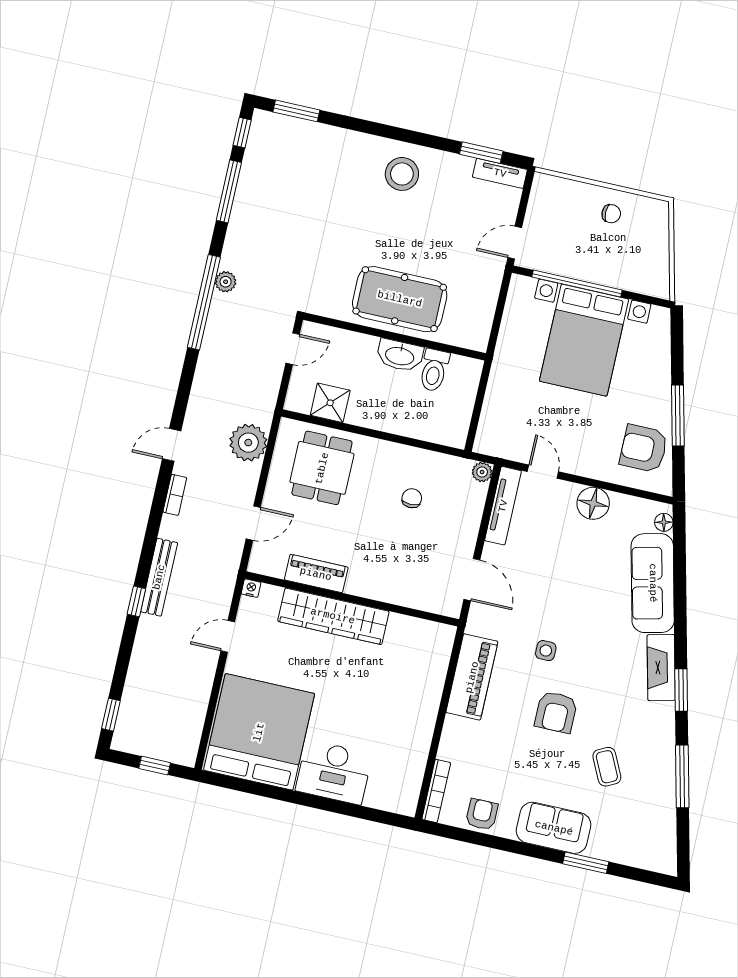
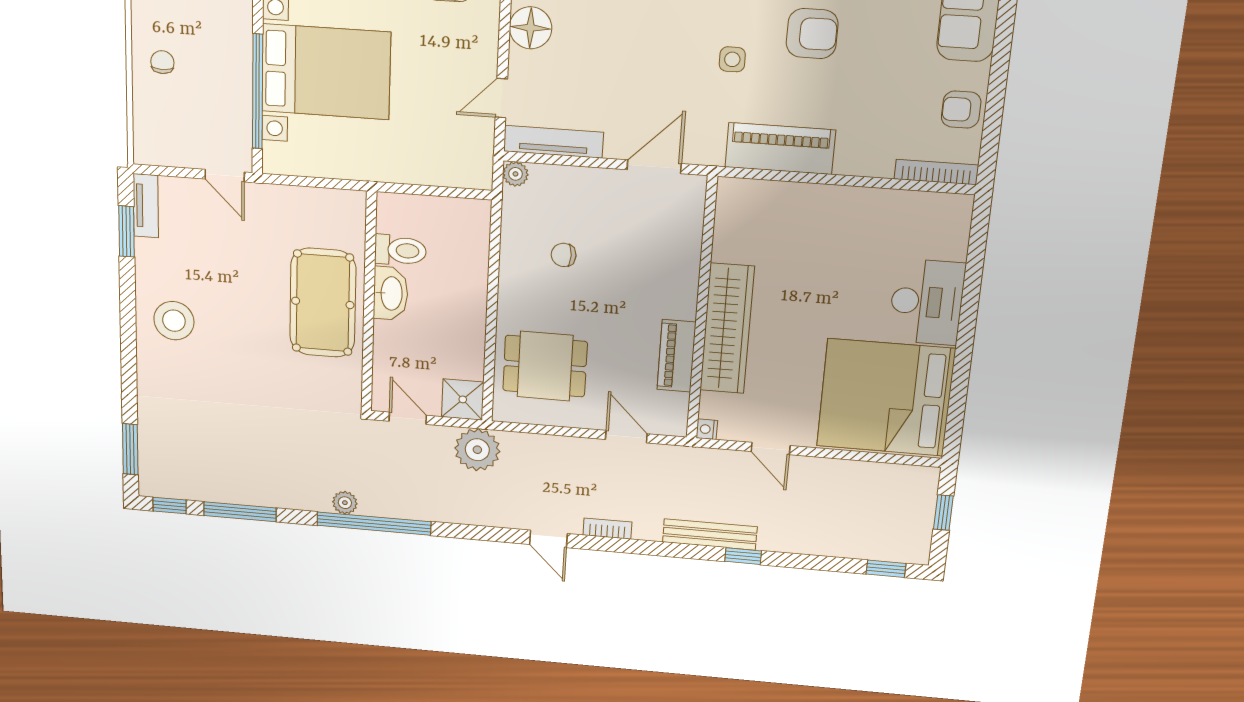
shower: (330, 403) -> (463, 399), moved
plant: (248, 443) -> (477, 450), moved

